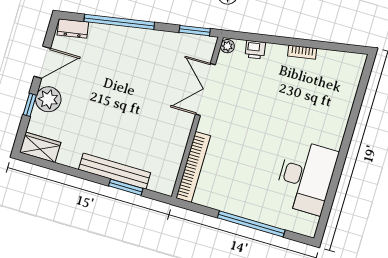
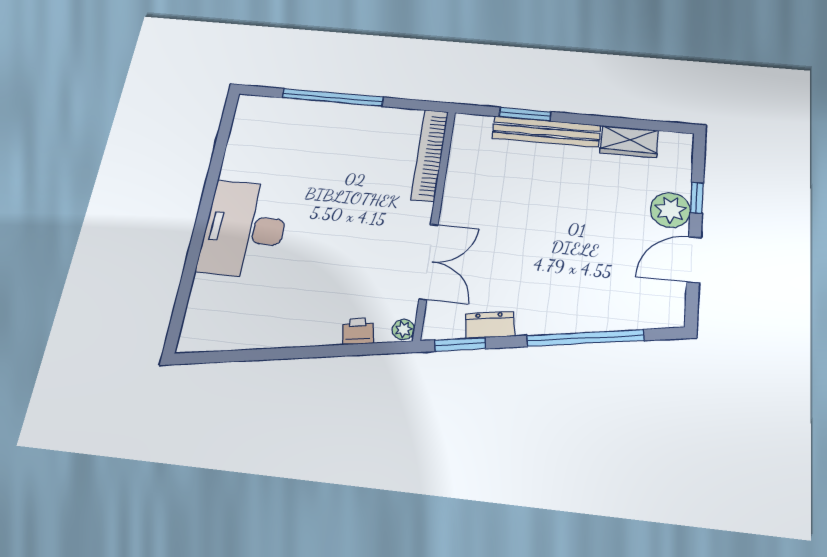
dresser: (73, 29) -> (490, 325), moved
bookcase: (302, 52) -> (282, 340), removed
wardrobe: (40, 147) -> (629, 142), moved
desk: (306, 177) -> (244, 229), moved

